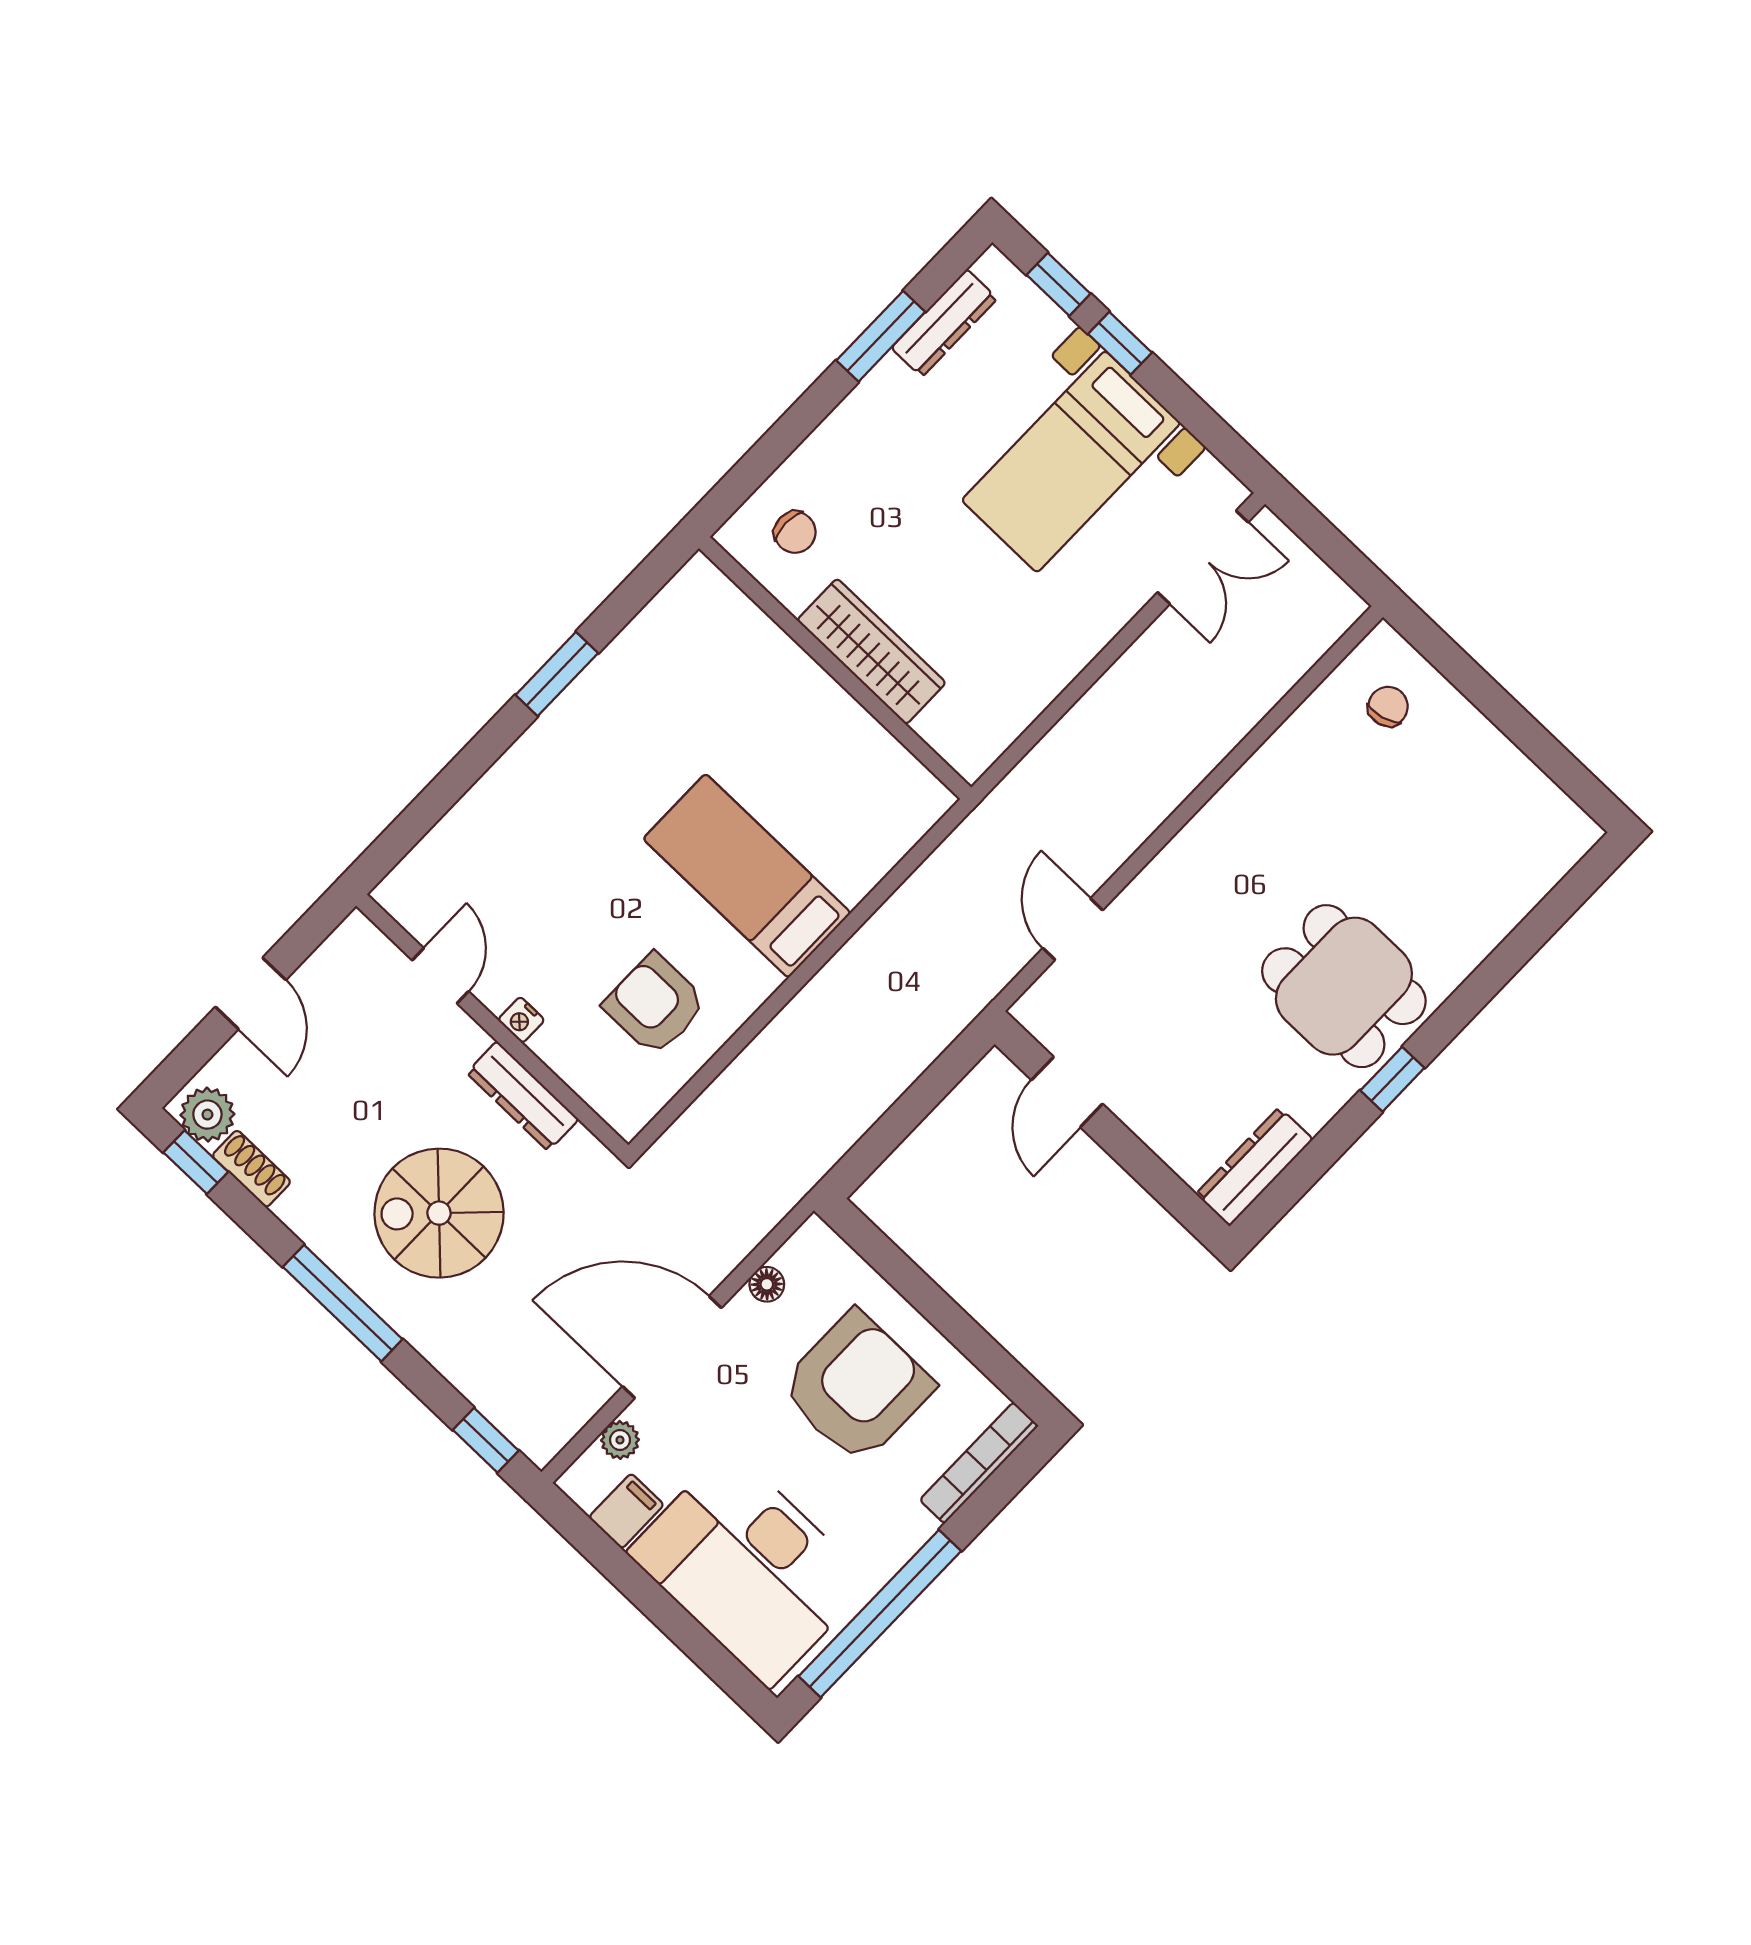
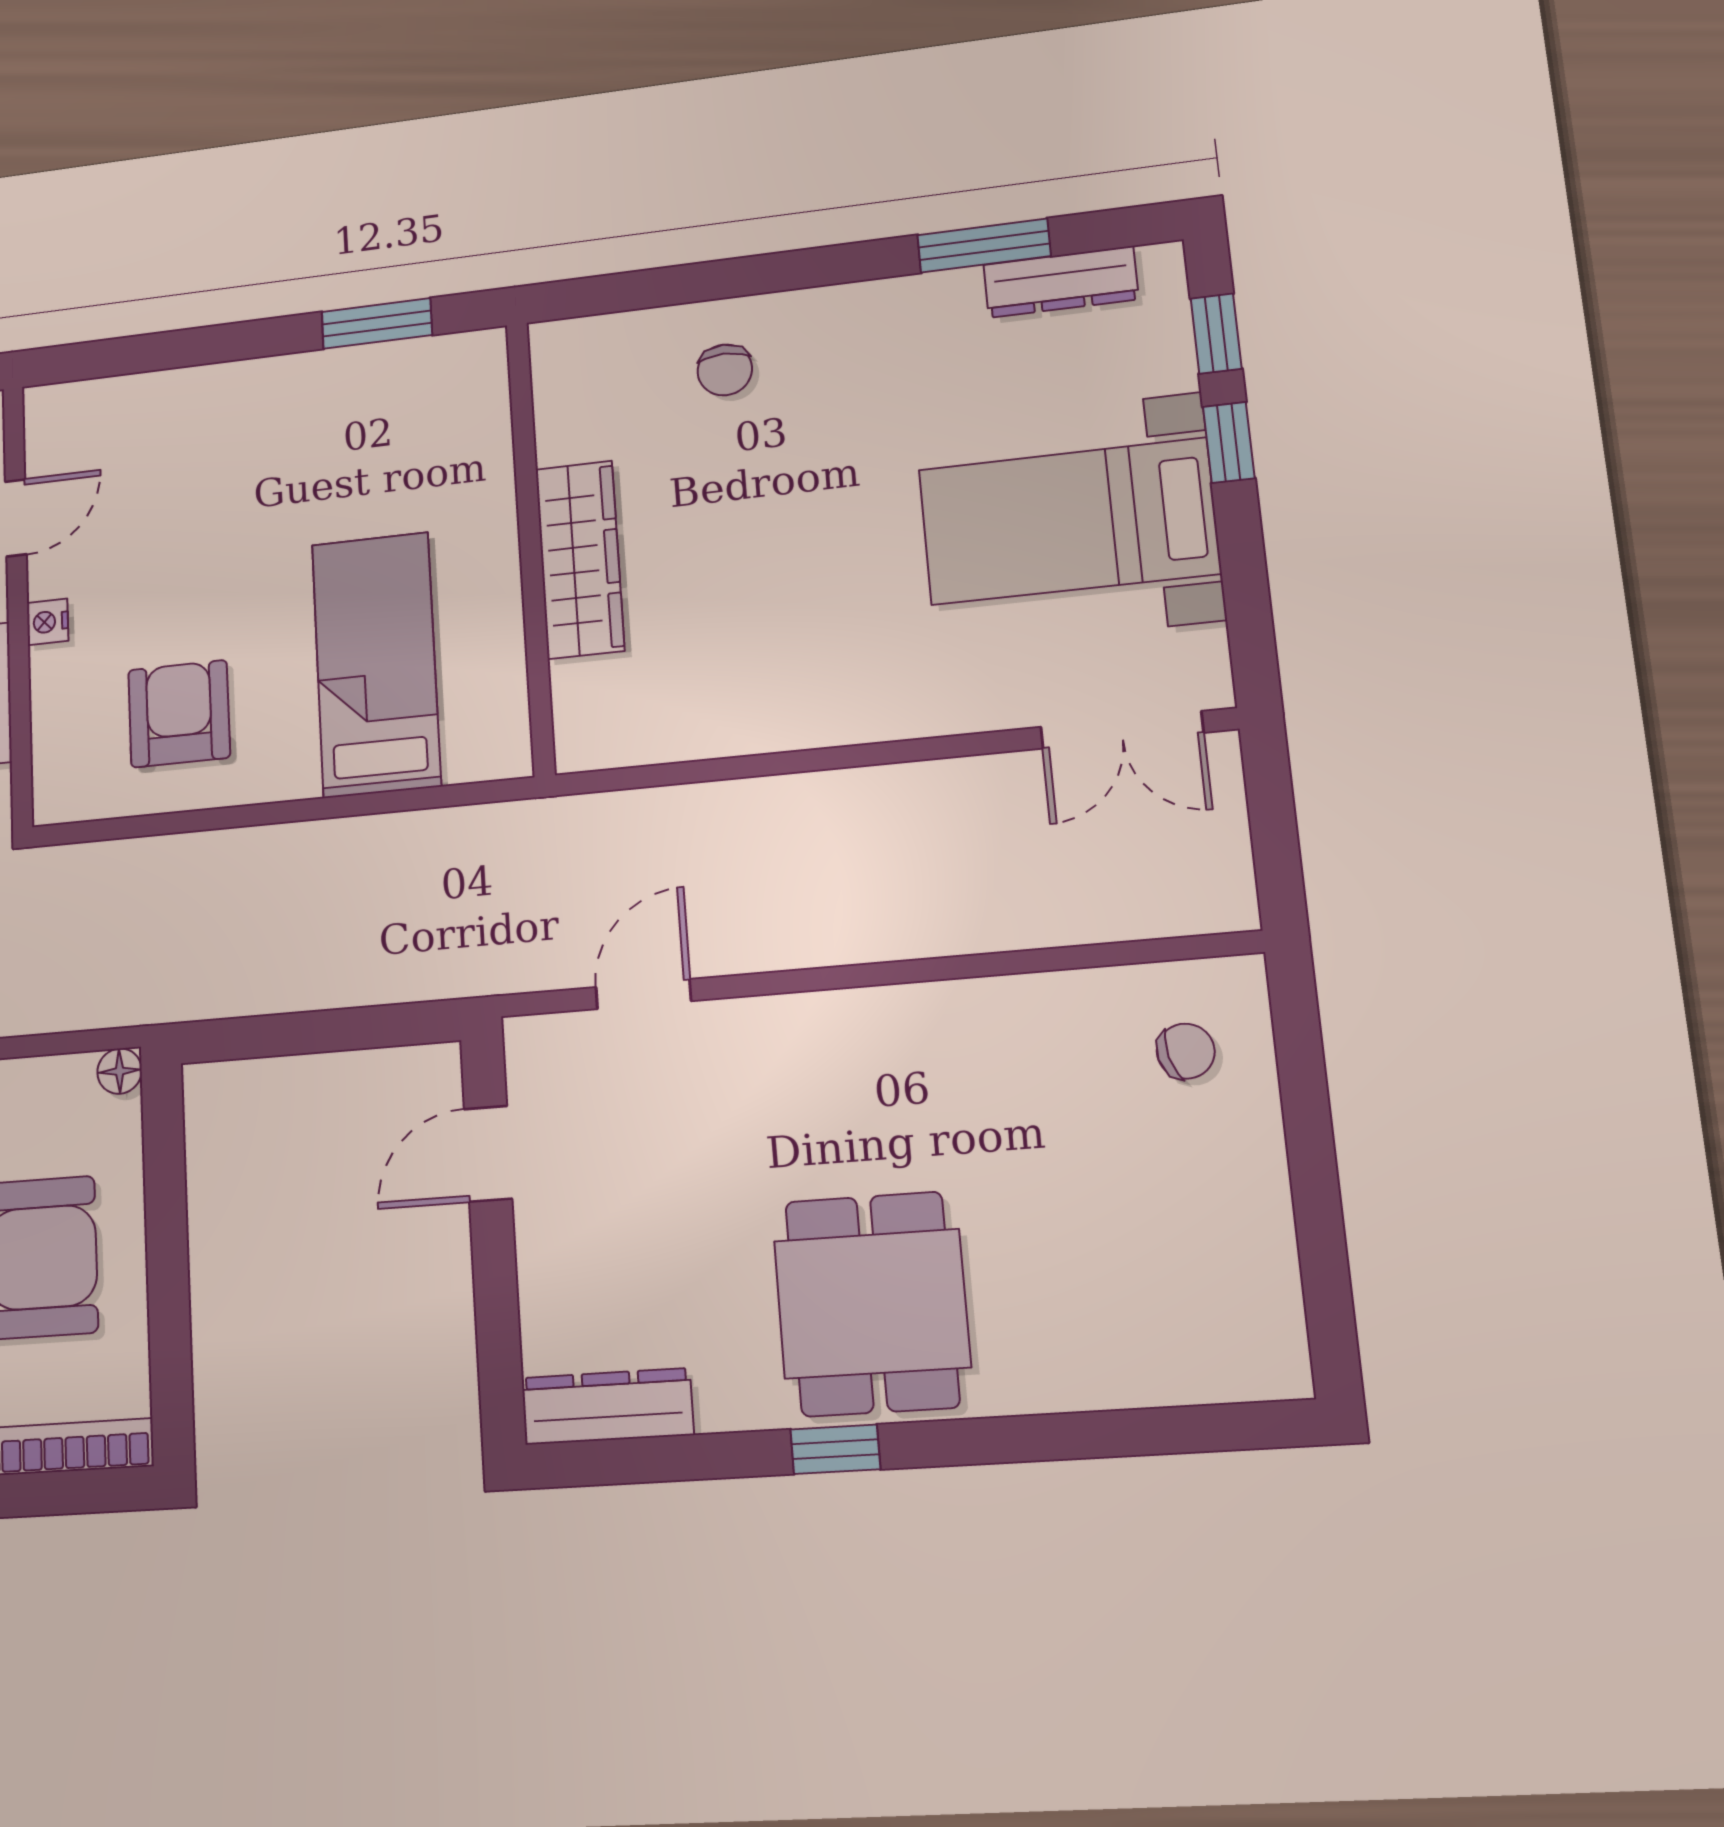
wardrobe: (871, 652) -> (580, 560), moved
wall: (835, 668) -> (531, 546), moved
floor lamp: (767, 1284) -> (120, 1071), moved

